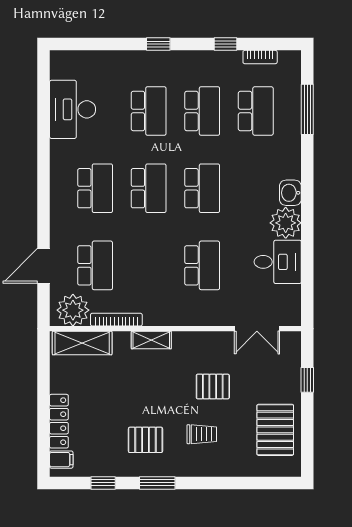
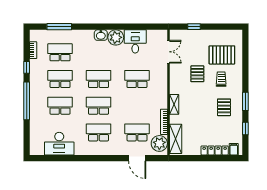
window: (158, 44) -> (27, 101), width x3.17
pallet: (275, 430) -> (222, 55), moved

